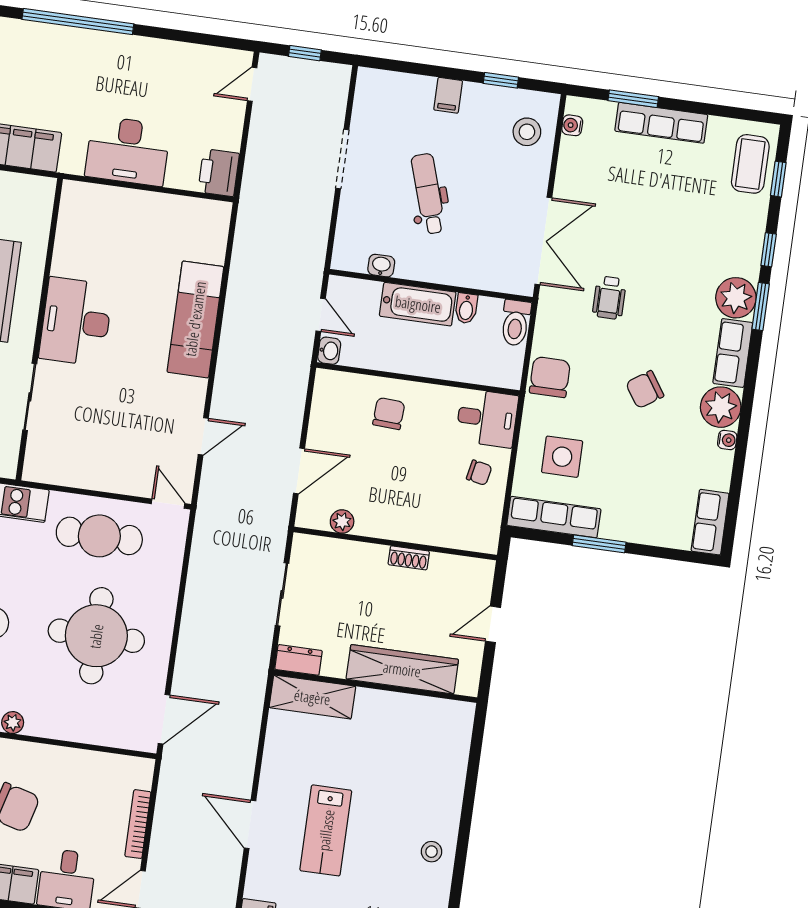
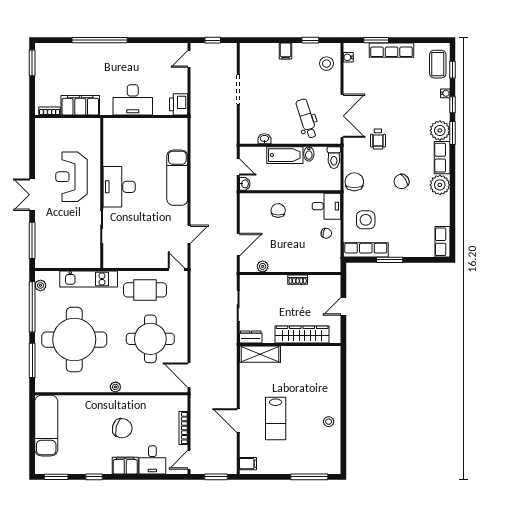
dental chair: (428, 194) -> (307, 118), moved
water cooler: (727, 440) -> (445, 93), moved
door: (164, 719) -> (189, 375), swing flipped

